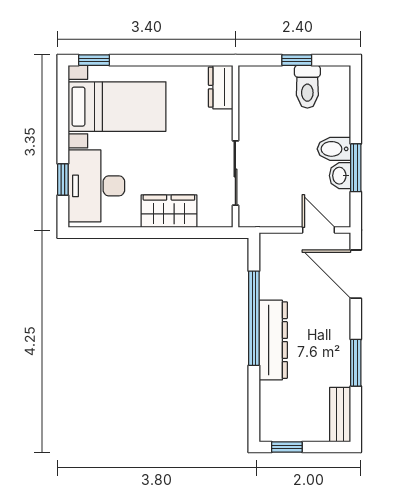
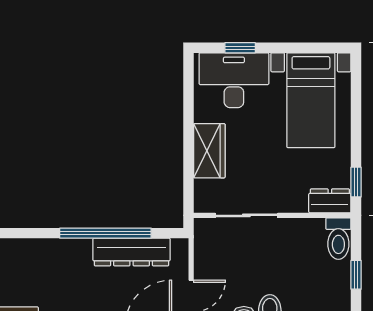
window: (94, 60) -> (356, 182), moved
toilet: (307, 87) -> (338, 239), moved, turned -90
dresser: (273, 340) -> (131, 252), moved

